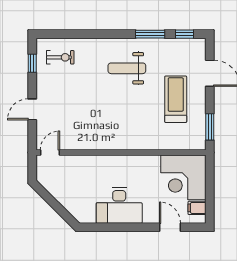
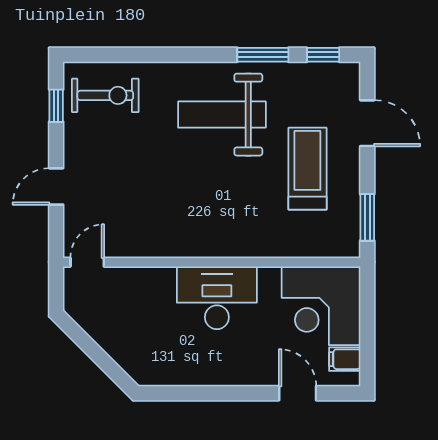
exercise bike: (60, 57) -> (105, 95), width x1.38, depth x1.39
weight bench: (127, 68) -> (222, 115), width x1.36, depth x1.33
desk: (119, 205) -> (217, 298), moved, turned 180

